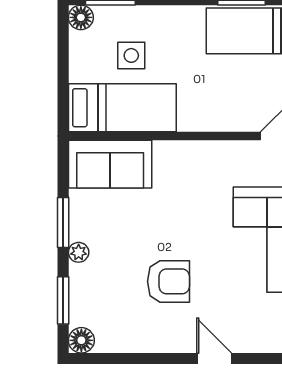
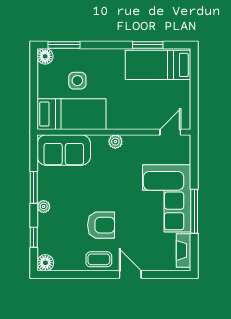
plant: (191, 151) -> (115, 142), added
window: (63, 300) -> (34, 237), width x0.67
coffee table: (165, 335) -> (99, 259), added

